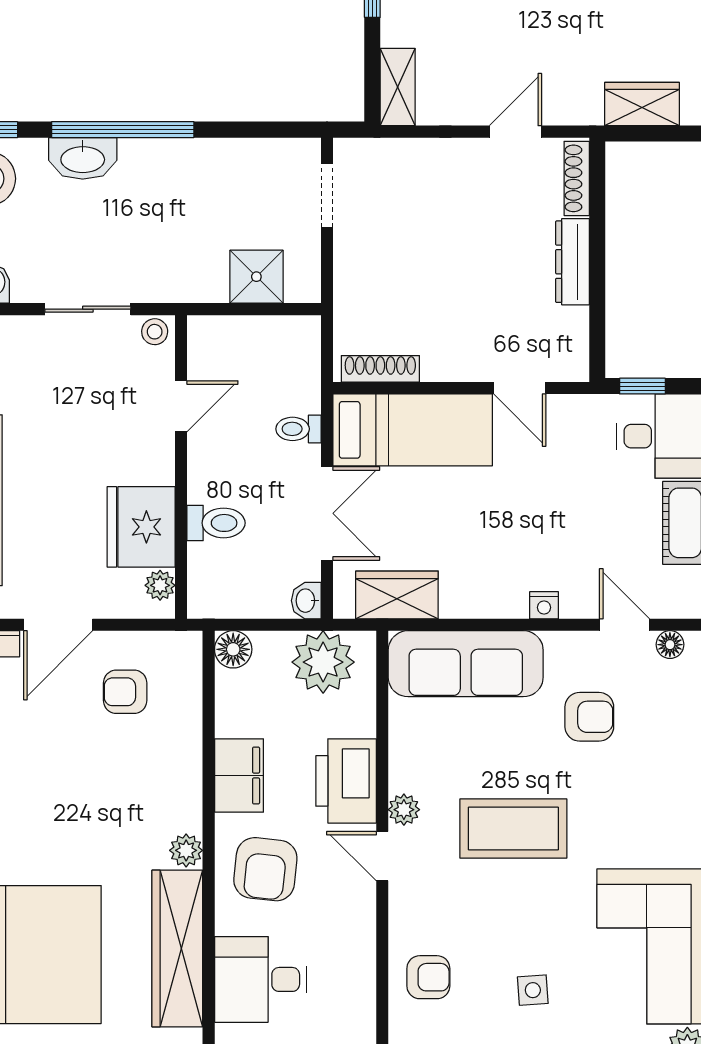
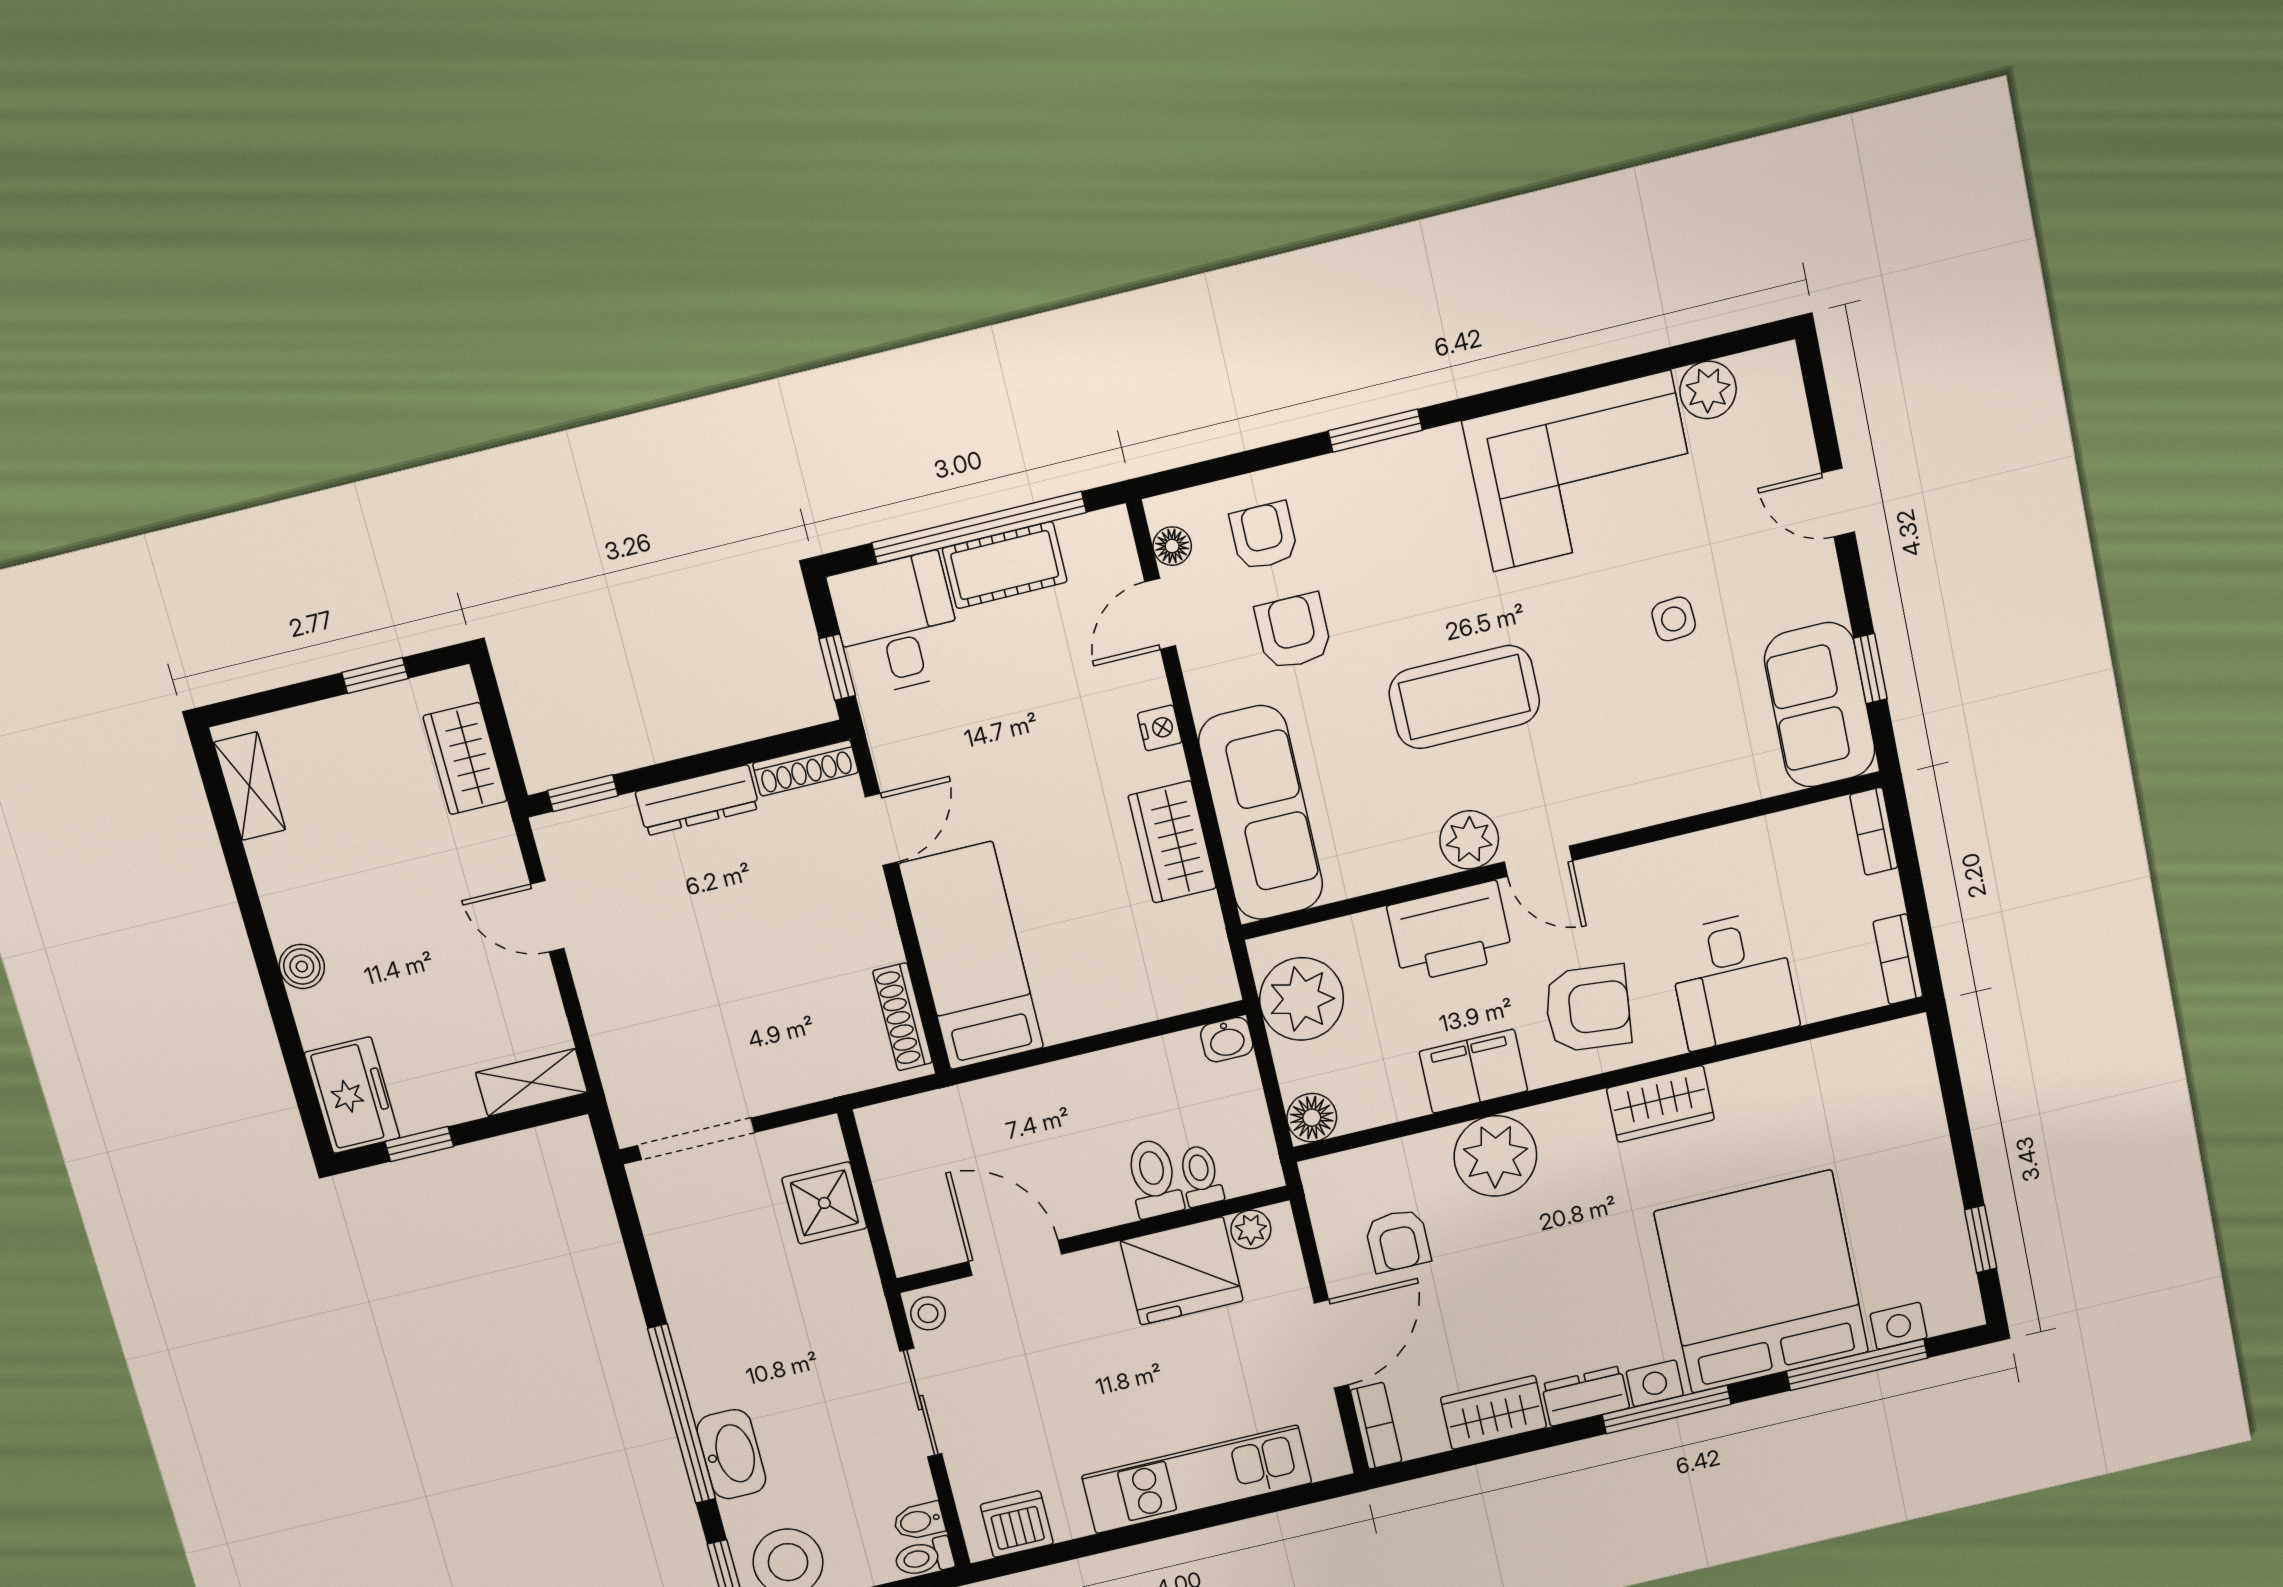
shoe rack: (577, 178) -> (805, 768), moved
window: (597, 181) -> (583, 793), added
doorway: (327, 195) -> (696, 1139), width x1.38
door: (181, 406) -> (1015, 1258), width x1.38
toilet: (298, 429) -> (1201, 1176), moved, turned 180
double door: (327, 513) -> (1107, 1040), removed
wardrobe: (397, 595) -> (1172, 842), moved
door: (58, 625) -> (1331, 1344), hinge flipped
plant: (404, 810) -> (1469, 840), width x1.38, depth x1.38
coffee table: (513, 829) -> (1464, 697), turned 90
plant: (186, 850) -> (1495, 1156), moved, width x1.87, depth x1.87
door: (382, 856) -> (1538, 861), hinge flipped
wardrobe: (177, 948) -> (1660, 1104), width x0.48, depth x0.85
armchair: (428, 977) -> (1264, 536), moved

